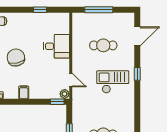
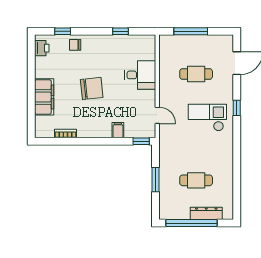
chair: (16, 58) -> (92, 88), turned 97
filing cabinet: (24, 92) -> (118, 130), moved
plant: (65, 94) -> (150, 132), removed

